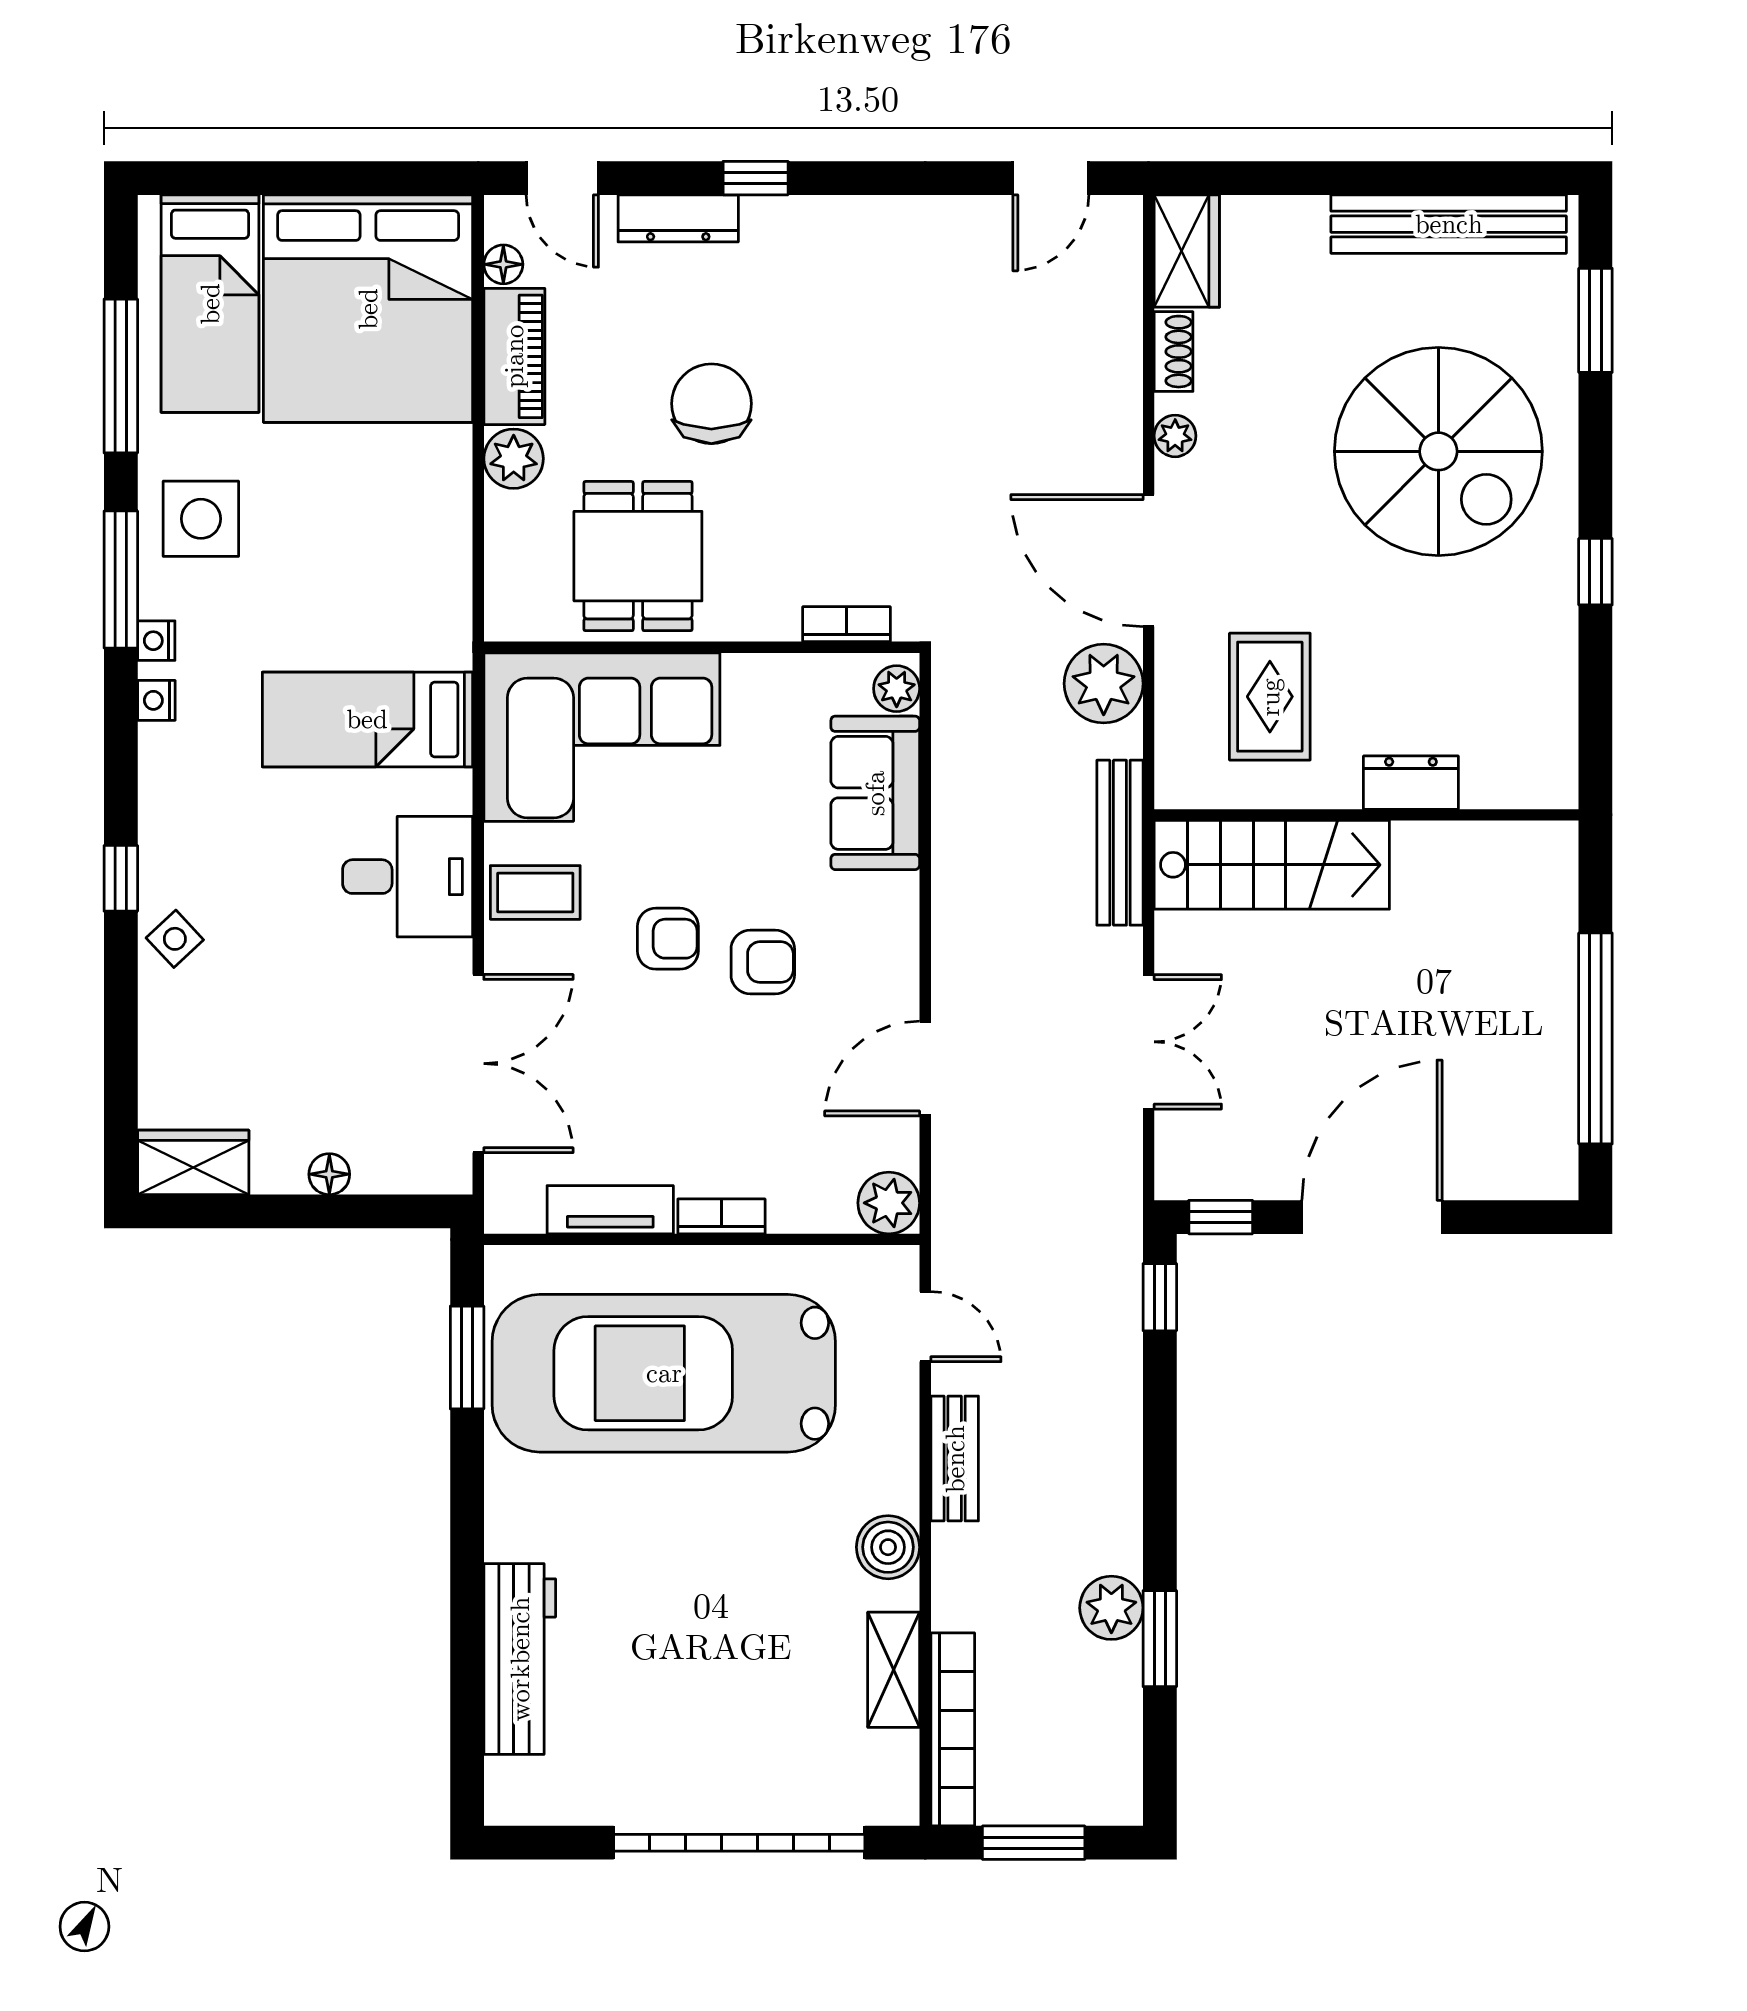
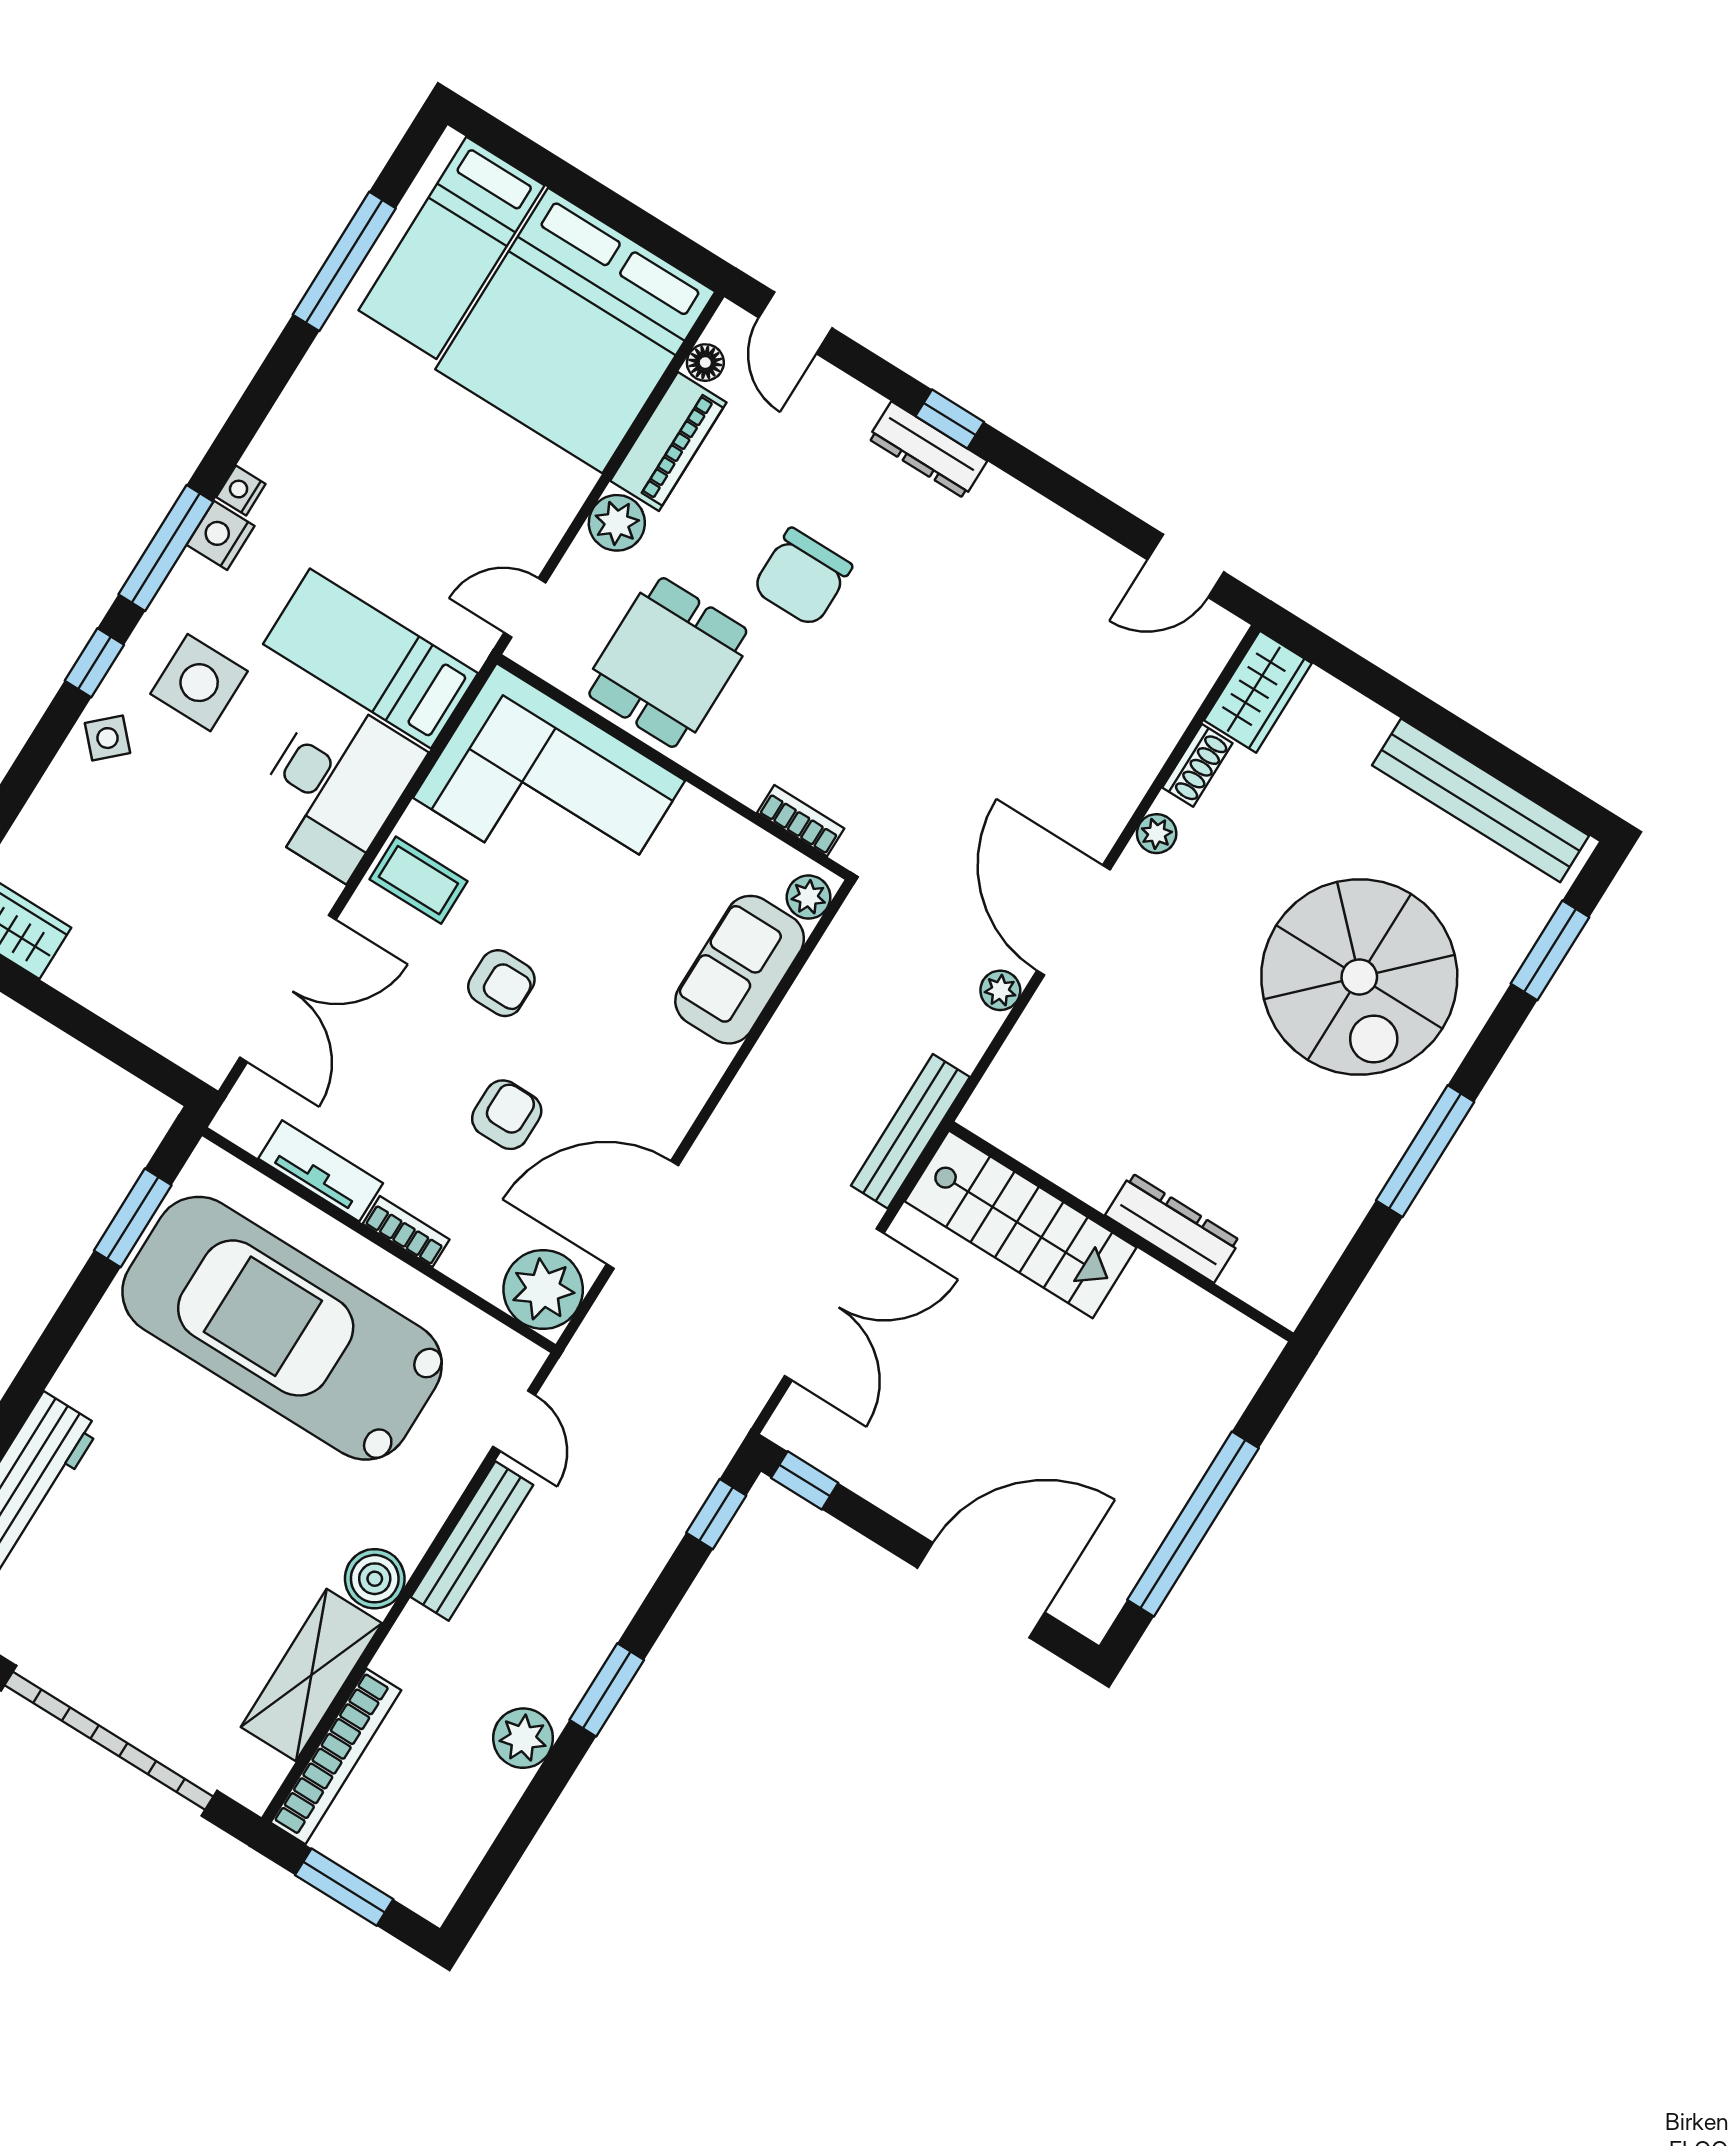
dresser: (678, 218) -> (928, 450), moved
chair: (711, 404) -> (802, 577), turned 180
side table: (201, 519) -> (199, 683), moved
window: (1595, 572) -> (1425, 1151), width x2.17
window: (121, 580) -> (166, 548), moved
door: (478, 587) -> (525, 608), added
plant: (1104, 684) -> (1000, 990), width x0.53, depth x0.53
rug: (1270, 697) -> (1103, 1089), removed
nightstand: (156, 700) -> (220, 535), width x1.39, depth x1.35
dresser: (1411, 783) -> (1173, 1228), width x1.44
desk: (408, 877) -> (336, 786), width x1.37
armchair: (763, 962) -> (507, 1115), moved, turned -90
double door: (1149, 1042) -> (834, 1305), width x1.37
door: (925, 1069) -> (642, 1215), width x1.36
floor lamp: (329, 1174) -> (114, 1003), removed
plant: (889, 1203) -> (543, 1290), width x1.36, depth x1.36
door: (1372, 1217) -> (981, 1590), moved
bench: (955, 1459) -> (472, 1541), width x1.36
window: (1160, 1639) -> (607, 1690), moved
shelving: (894, 1670) -> (311, 1675), width x1.50, depth x1.33

